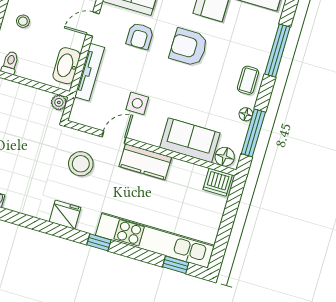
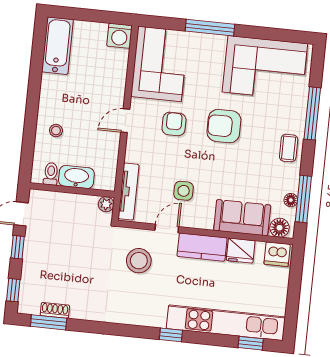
armchair: (140, 36) -> (174, 124), turned 180
washbasin: (67, 66) -> (76, 177), moved, turned 90
tv unit: (90, 72) -> (128, 192), moved
floor lamp: (246, 114) -> (291, 200), moved
fridge: (65, 215) -> (241, 251), moved, turned 180

